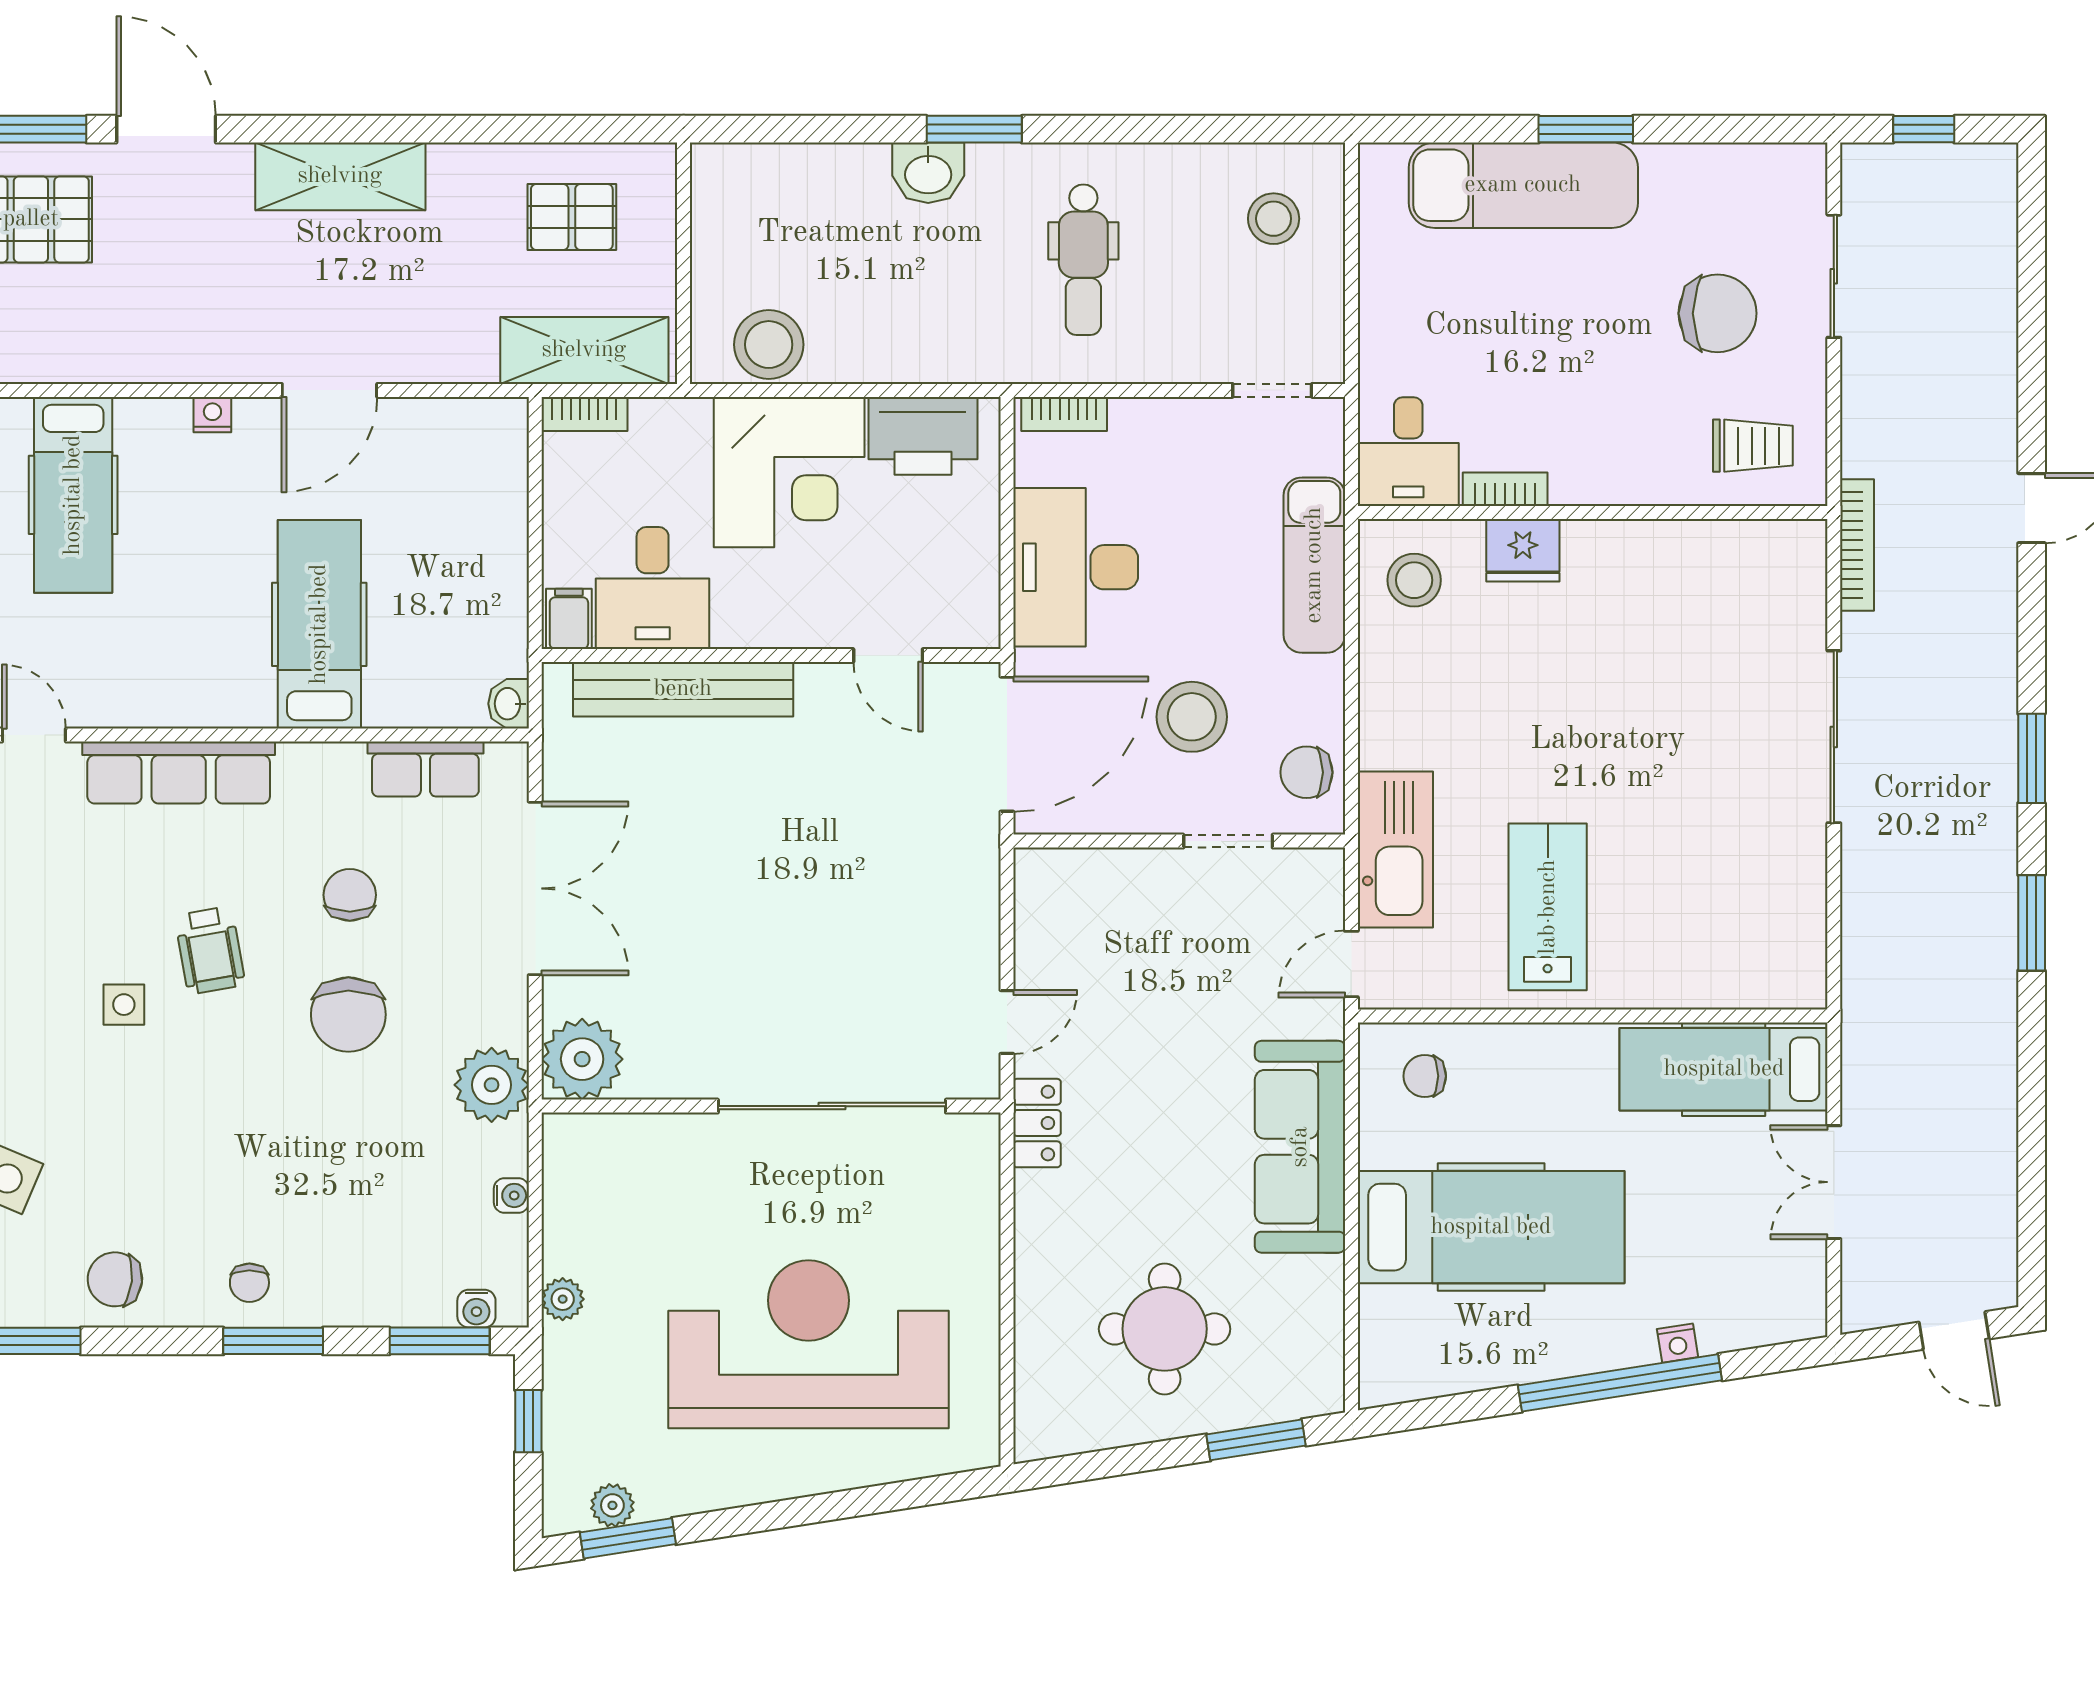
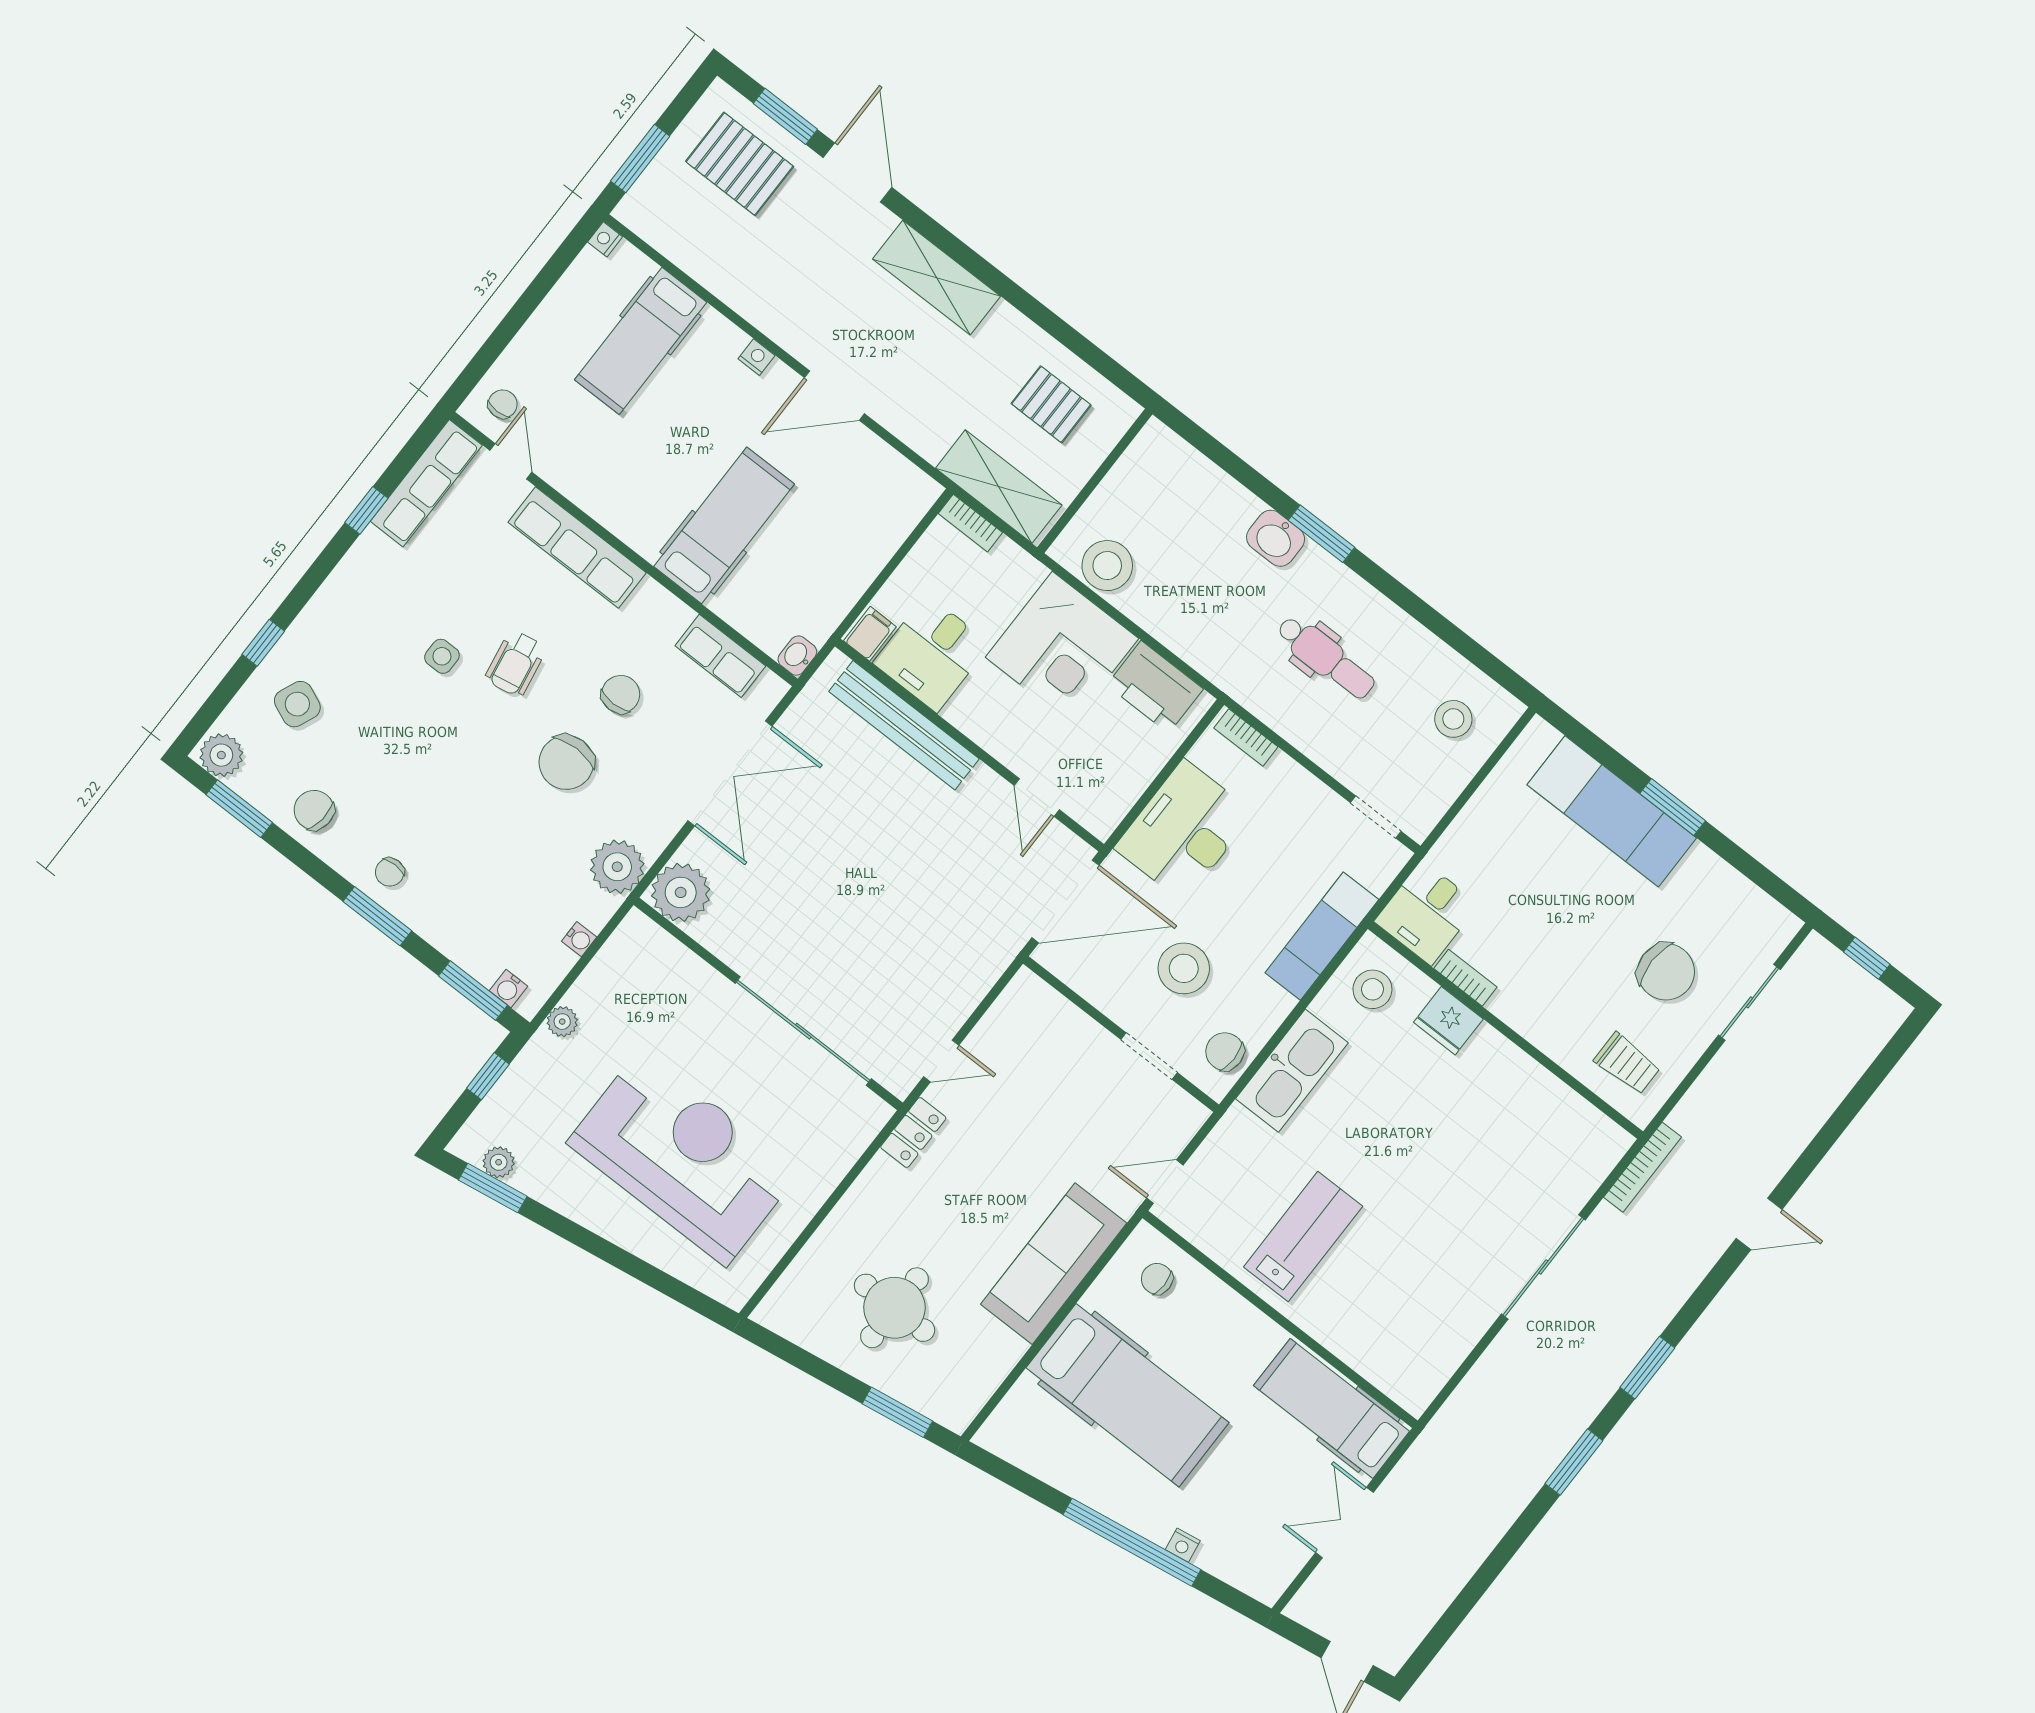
dental chair: (1083, 260) -> (1326, 657), turned -90
kitchen sink: (1395, 850) -> (1292, 1071), moved

